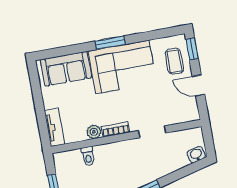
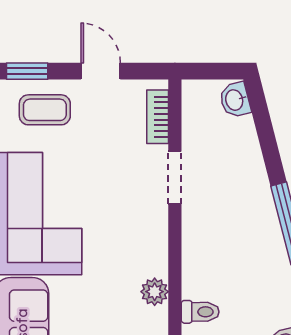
door: (198, 85) -> (101, 71), swing flipped
bookcase: (116, 129) -> (158, 117), moved

